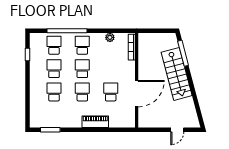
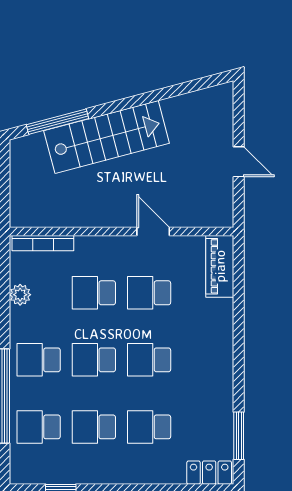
school desk: (111, 69) -> (94, 293), added
door: (137, 94) -> (153, 231), width x0.53
locker: (35, 117) -> (209, 473), added
piano: (95, 122) -> (220, 266), moved
door: (177, 130) -> (239, 162), moved

